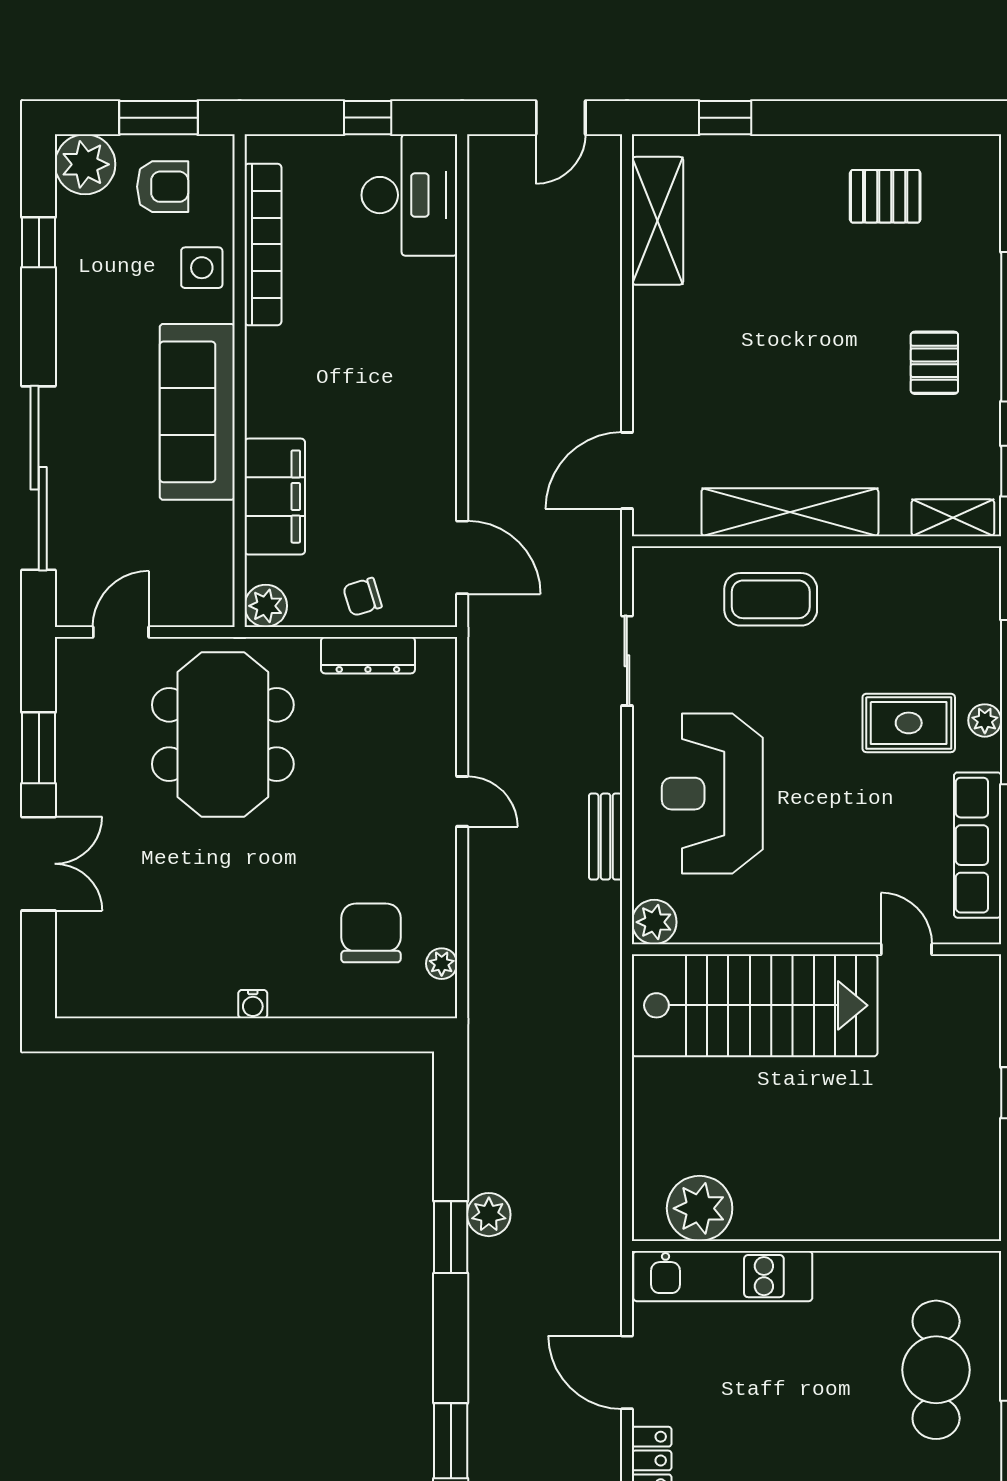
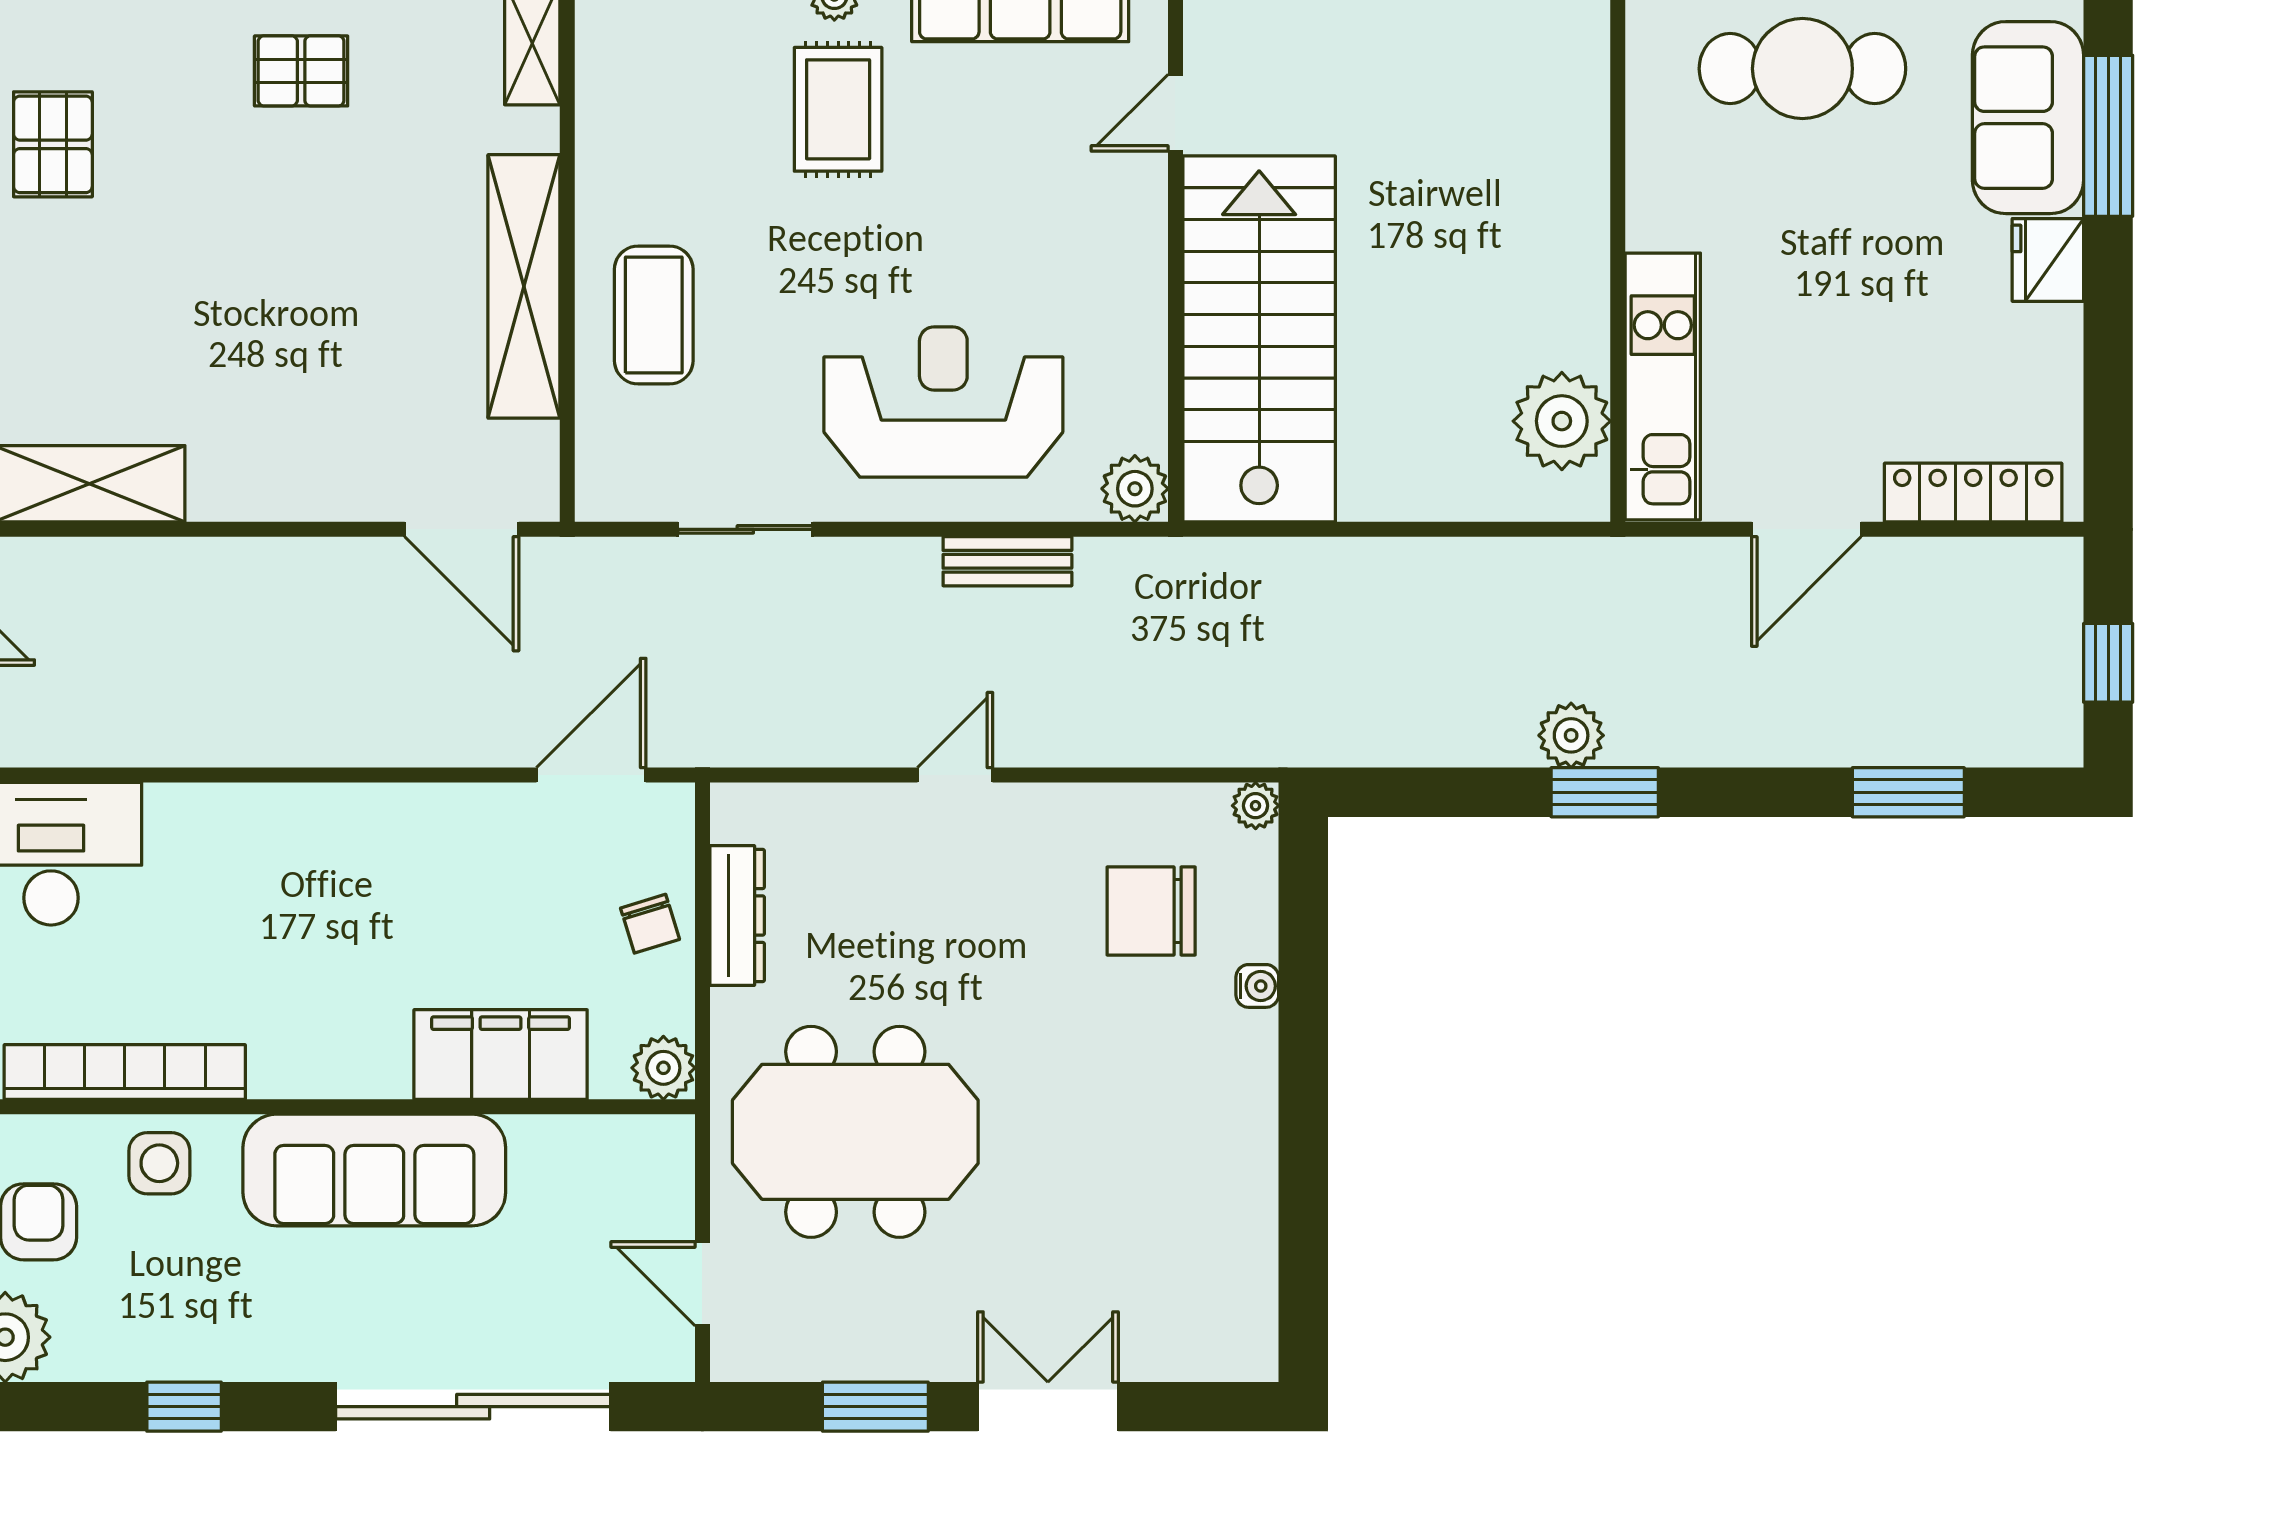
window: (39, 242) -> (184, 1407), moved
reception desk: (712, 794) -> (943, 402), turned 180
plant: (442, 964) -> (1256, 806), moved
water cooler: (253, 1004) -> (1257, 986), moved

